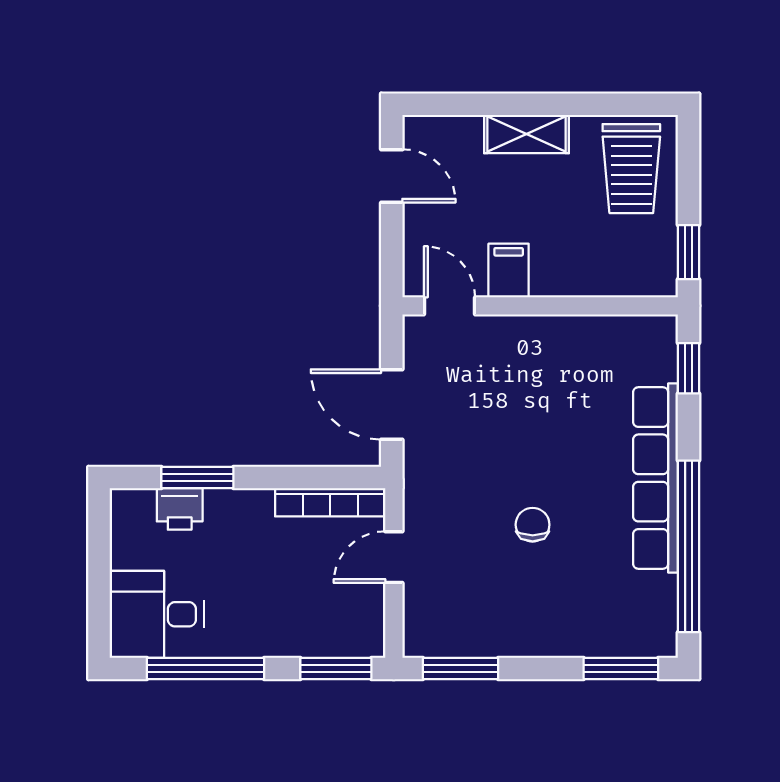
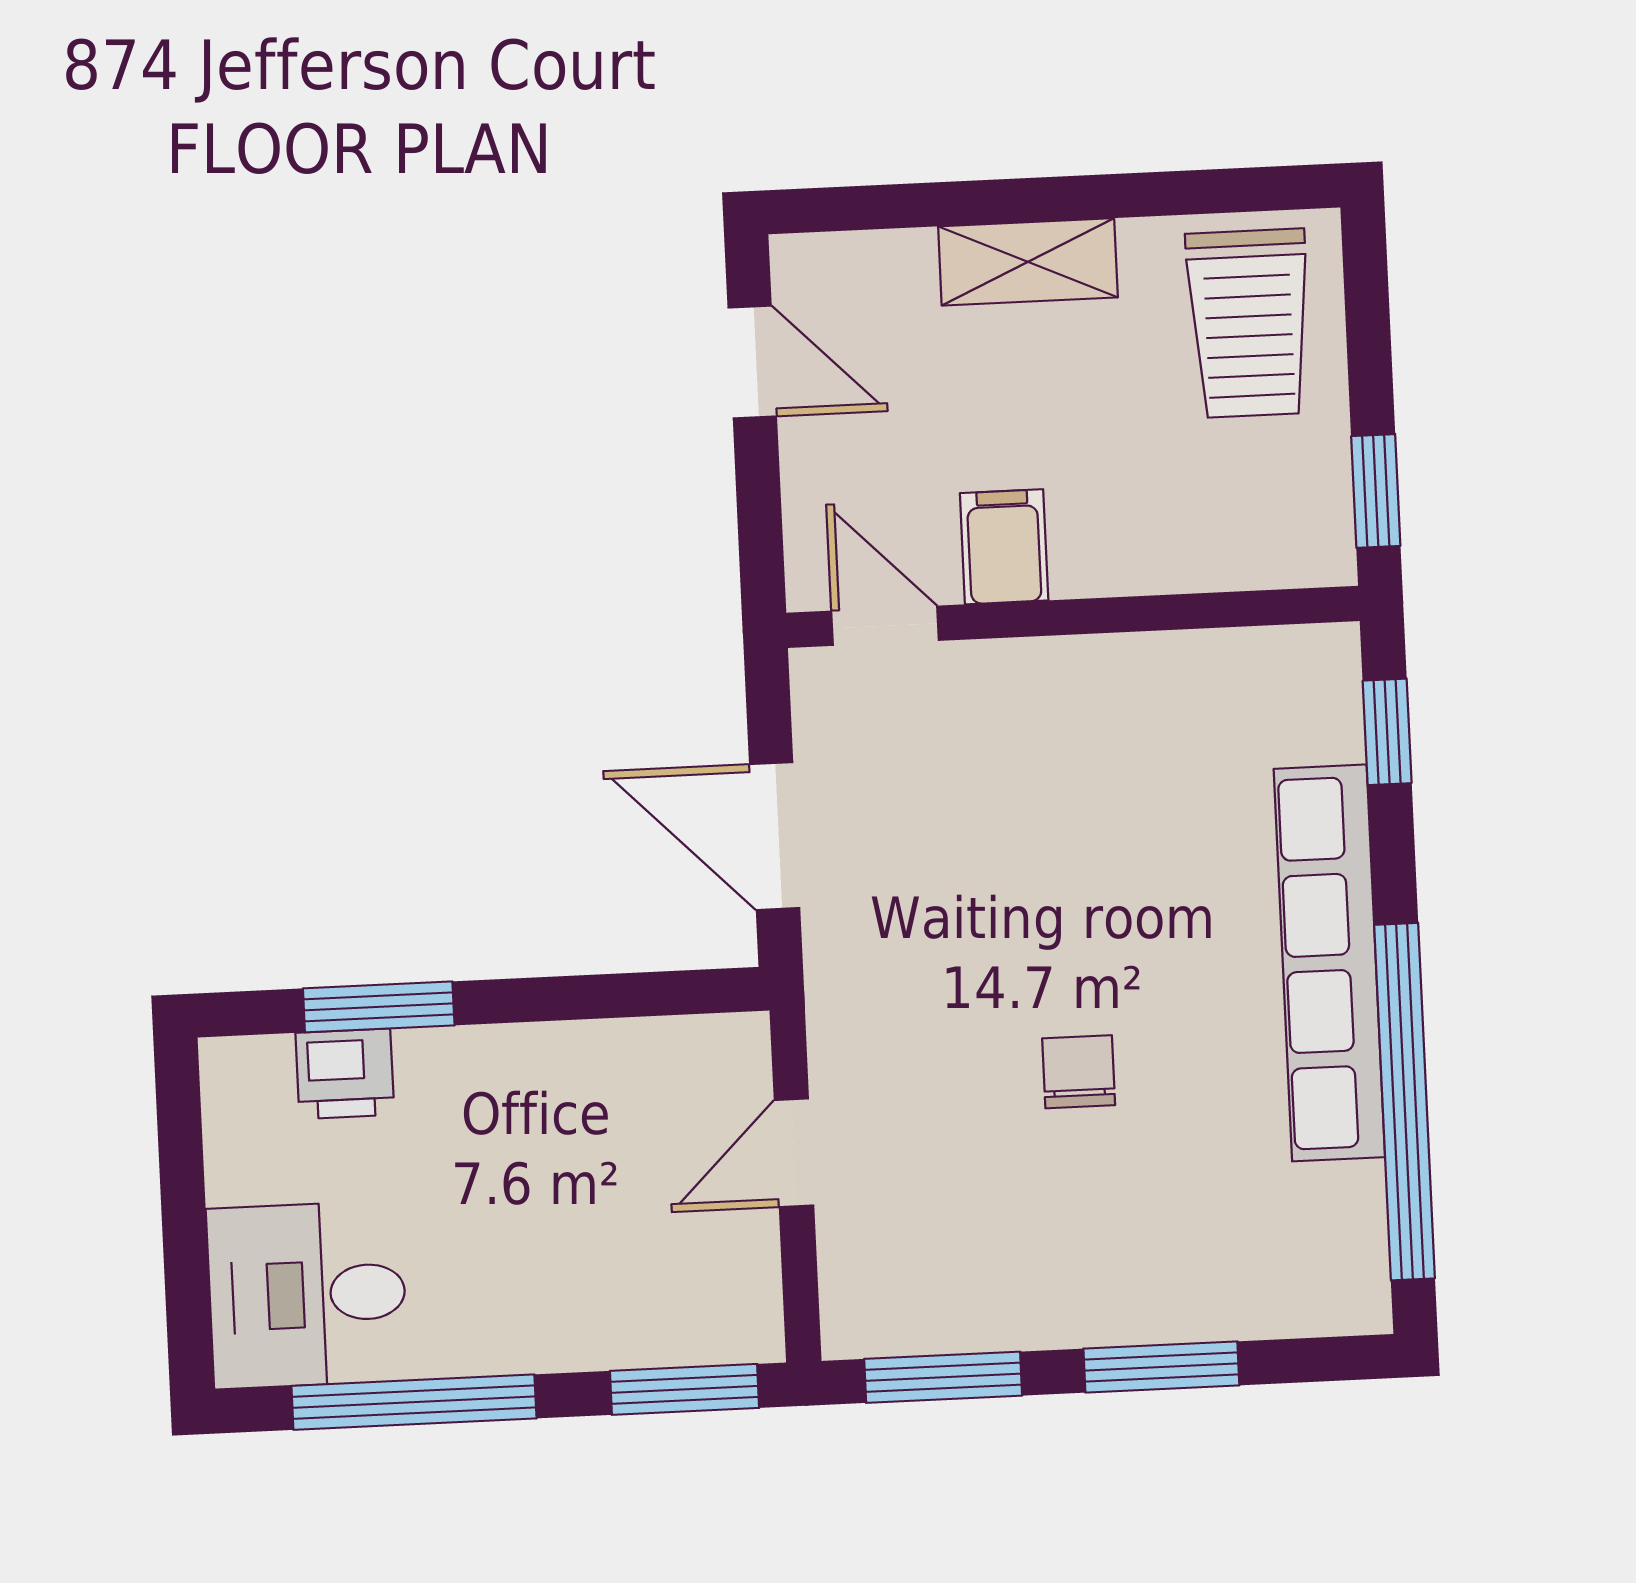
bookcase: (330, 502) -> (657, 1045), removed
window: (621, 668) -> (1161, 1367), moved

